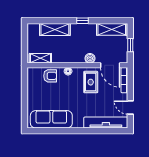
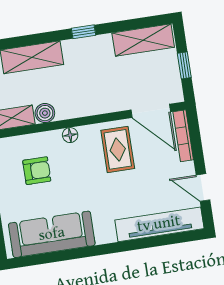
boiler: (90, 58) -> (45, 113), moved
armchair: (50, 76) -> (37, 171), moved

